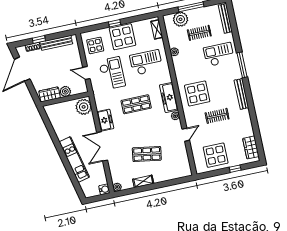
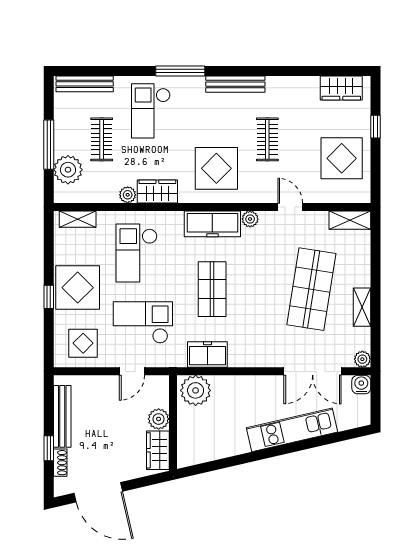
wardrobe: (179, 66) -> (157, 191), added
freezer: (105, 120) -> (207, 355), moved
double door: (102, 146) -> (313, 371), moved
shop shelf: (147, 154) -> (311, 289), width x1.43, depth x1.36
shelving: (186, 166) -> (350, 220), added

